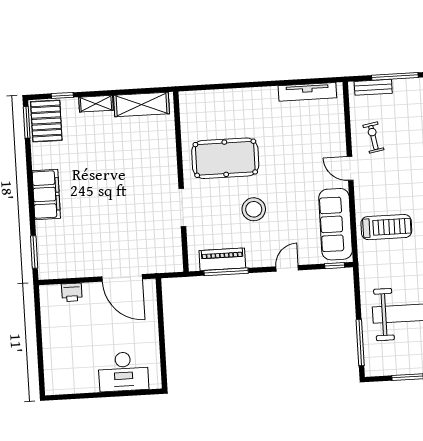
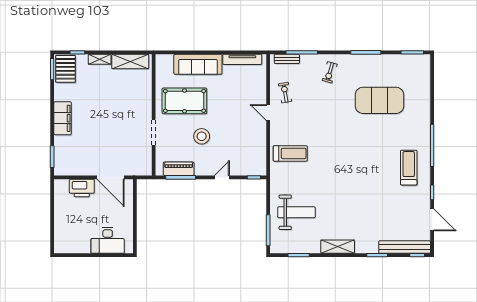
sofa: (336, 224) -> (198, 64), moved, turned -90
printer: (72, 292) -> (82, 188), width x1.87, depth x1.48

